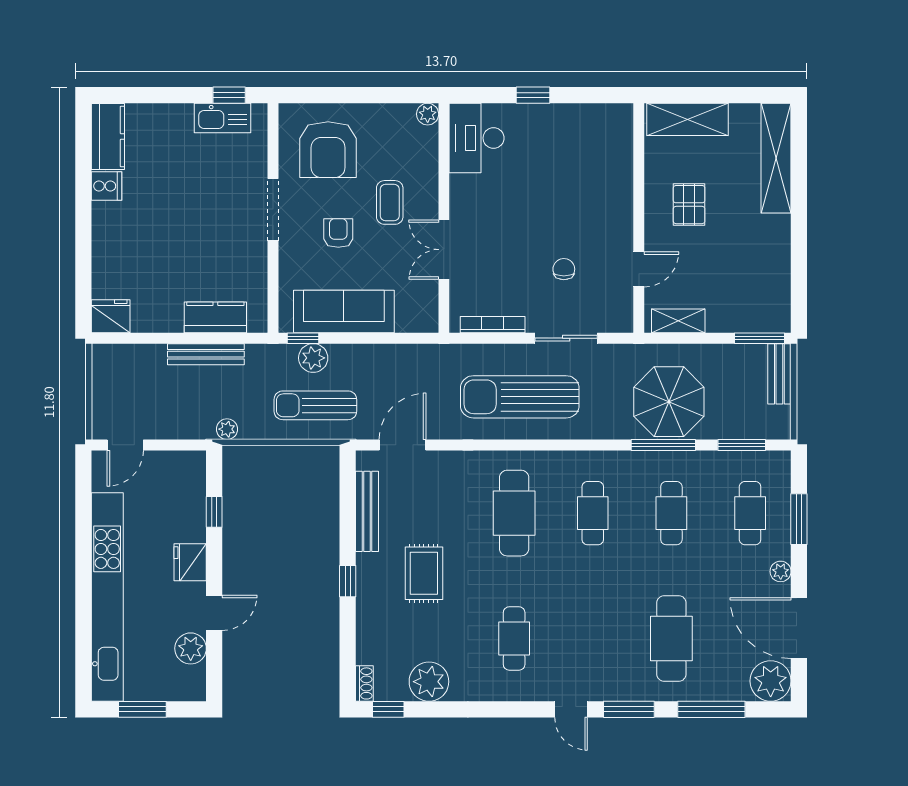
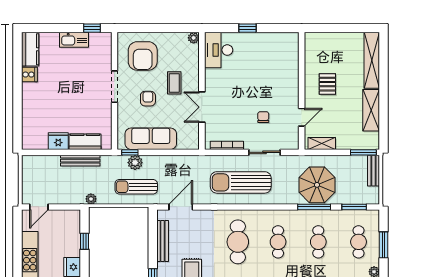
kitchen sink: (222, 118) -> (74, 40), moved
shelving: (687, 119) -> (371, 110), moved, turned 90
fridge: (111, 316) -> (58, 141), moved

